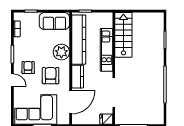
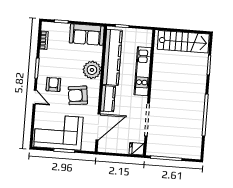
stairs: (123, 35) -> (183, 42), moved, turned 90
armchair: (51, 76) -> (78, 95), turned -97

